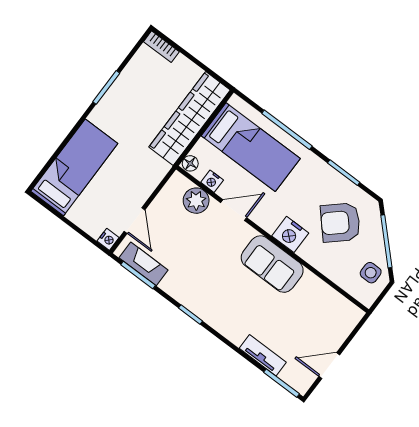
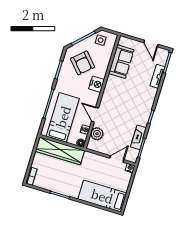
fireplace: (143, 264) -> (138, 137), moved
sofa: (272, 264) -> (121, 62), moved

